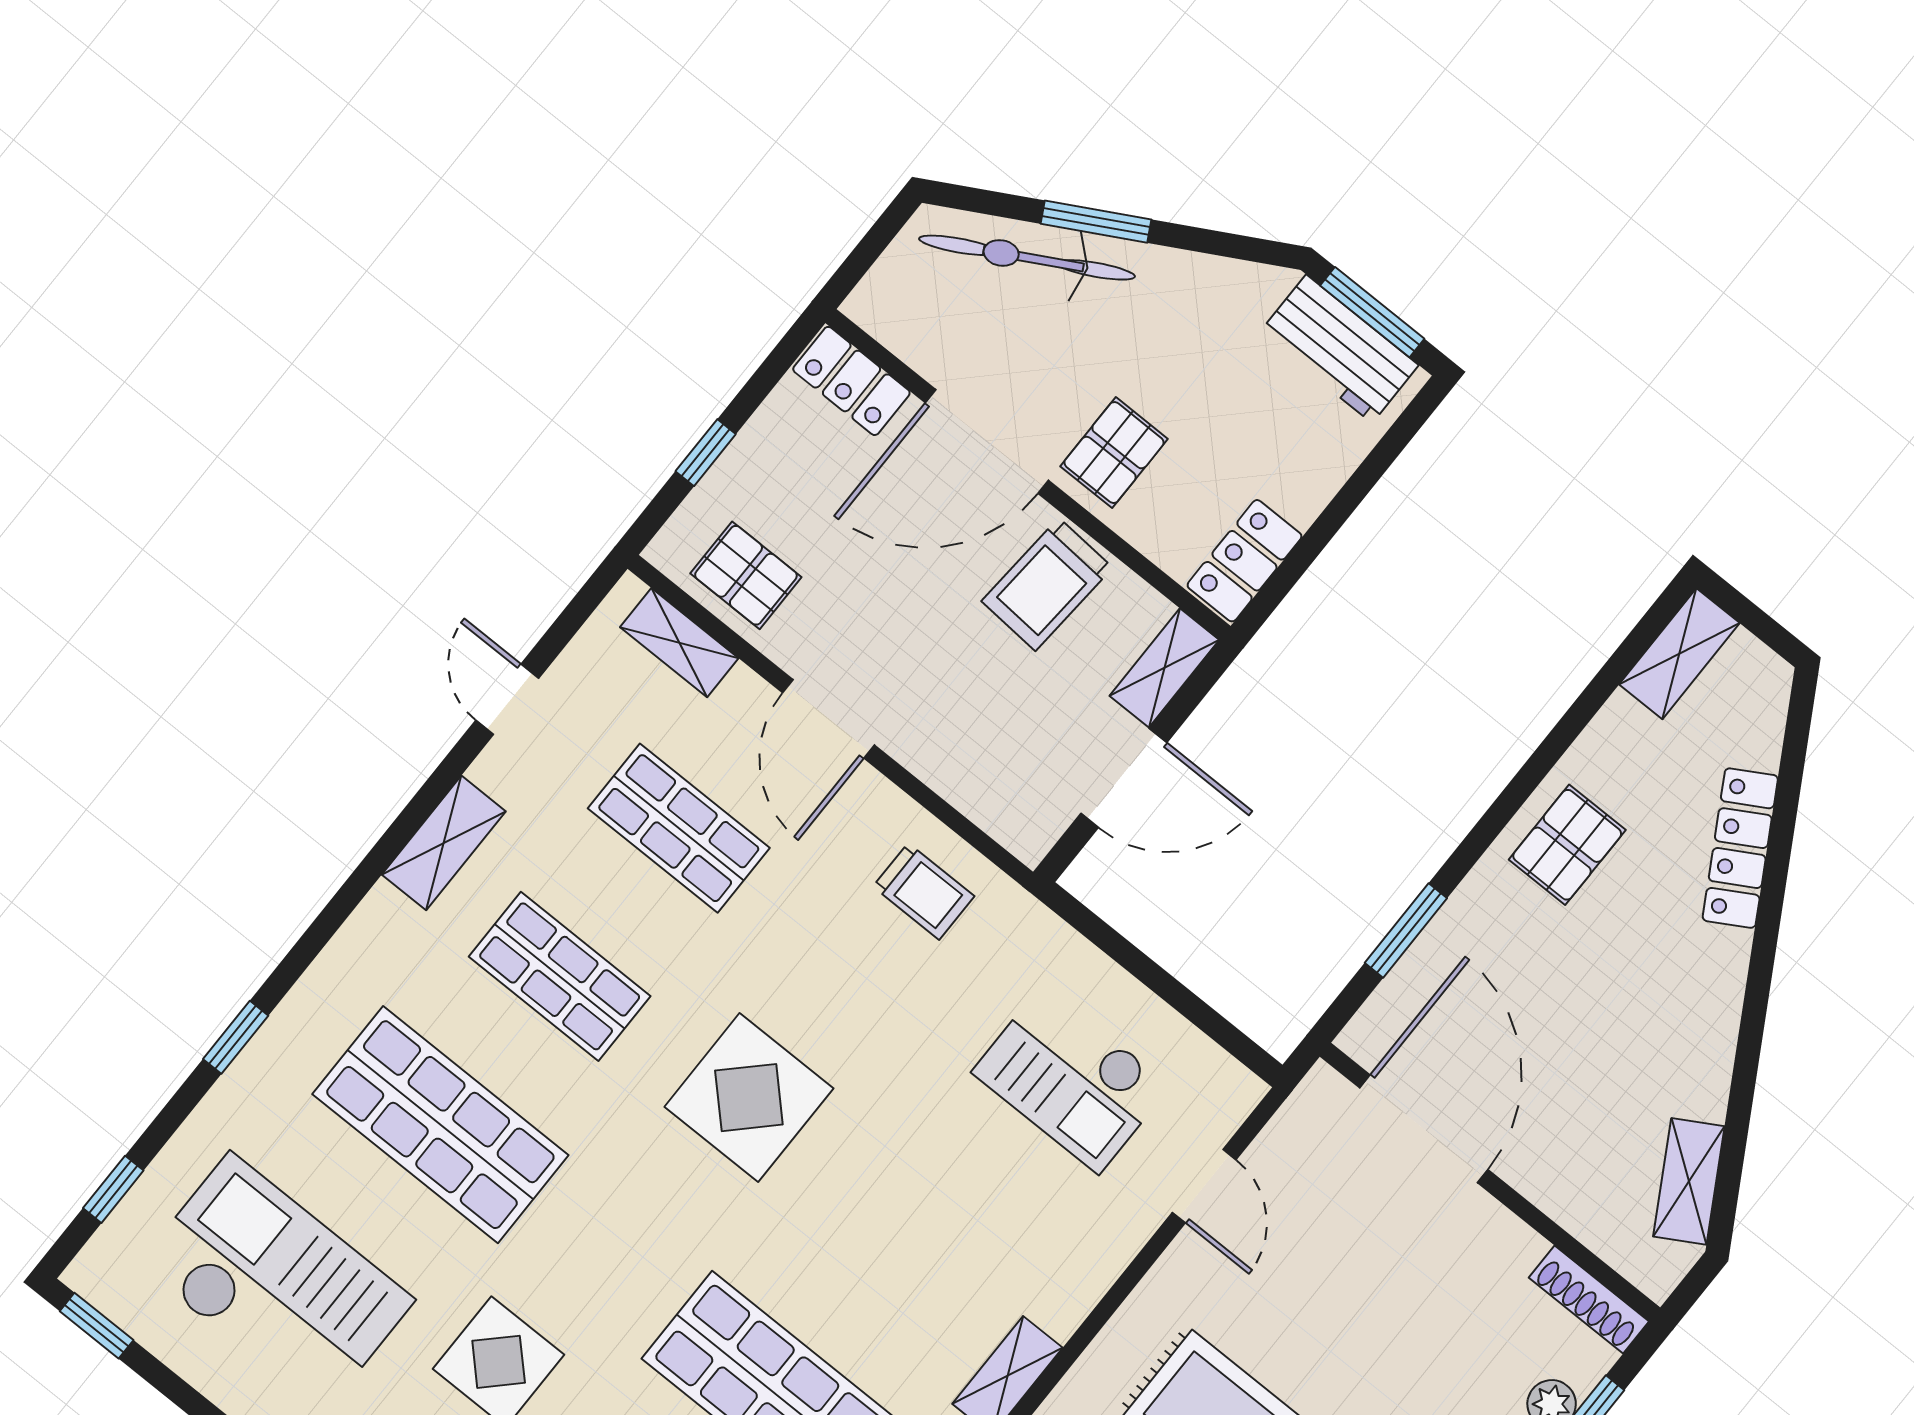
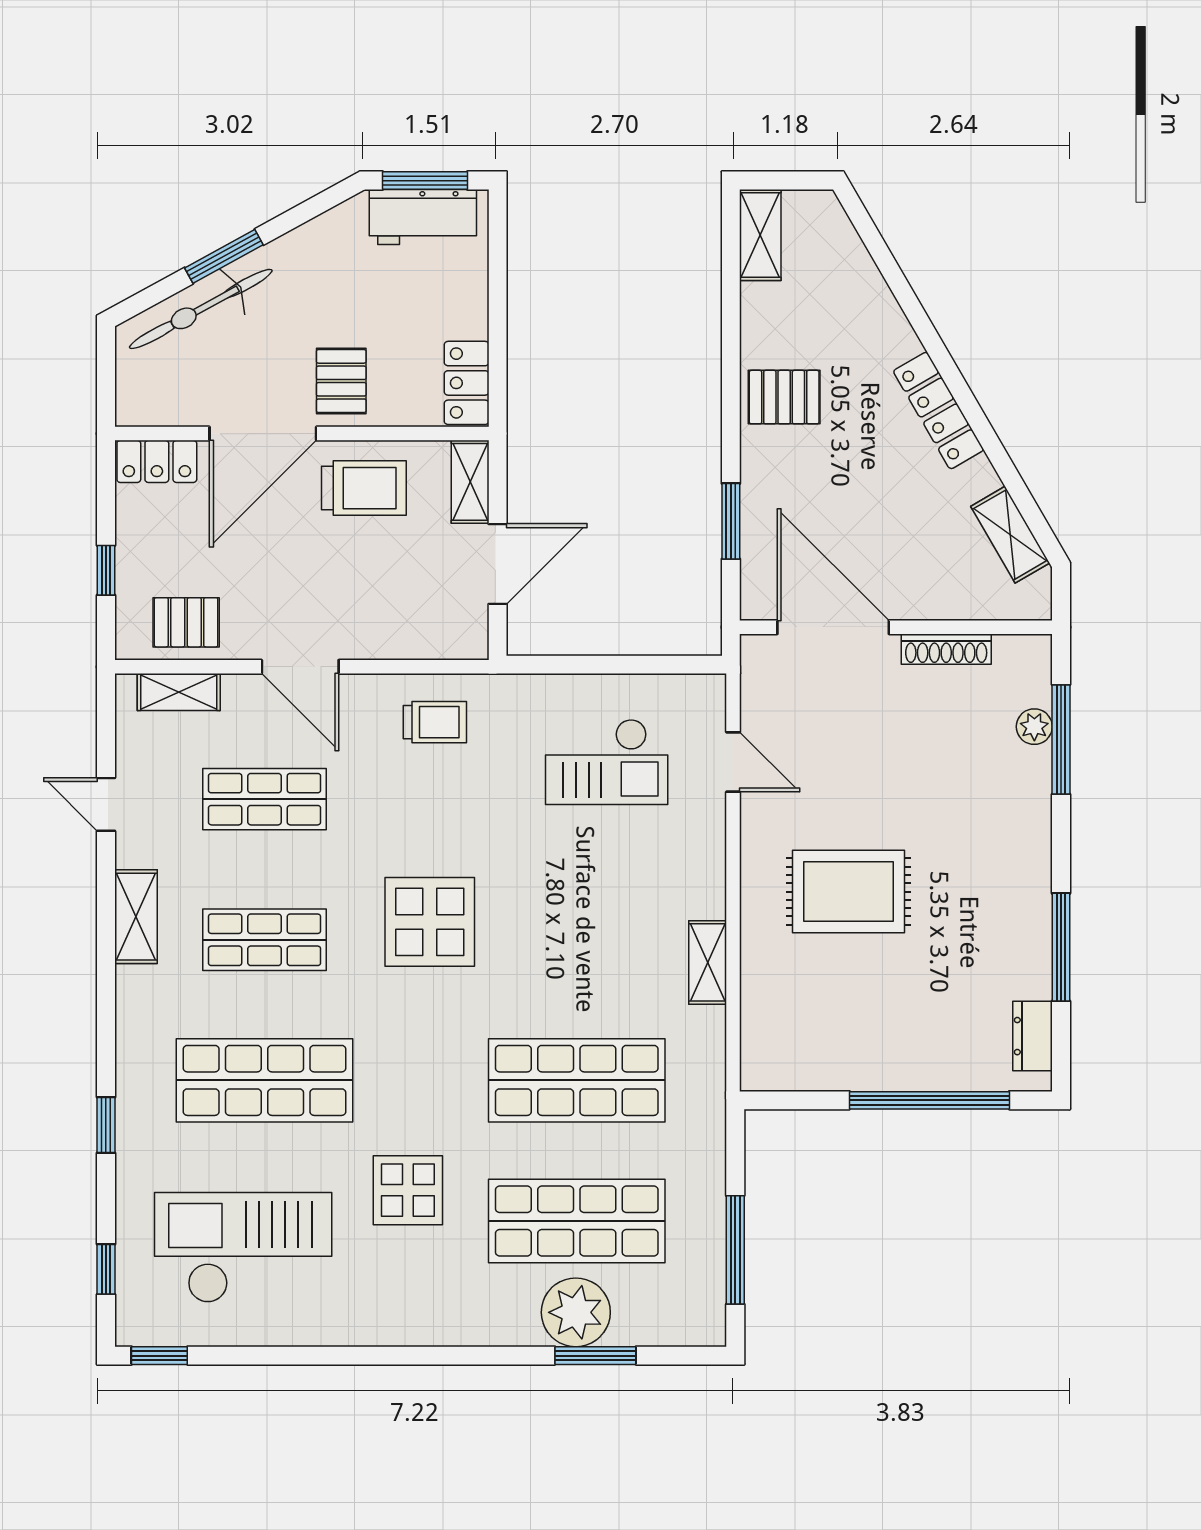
trolley: (1047, 584) -> (364, 488), turned -94
pallet: (1567, 845) -> (784, 397), turned 90
locker: (1740, 848) -> (939, 410), moved
shoe rack: (1589, 1299) -> (946, 649), moved

